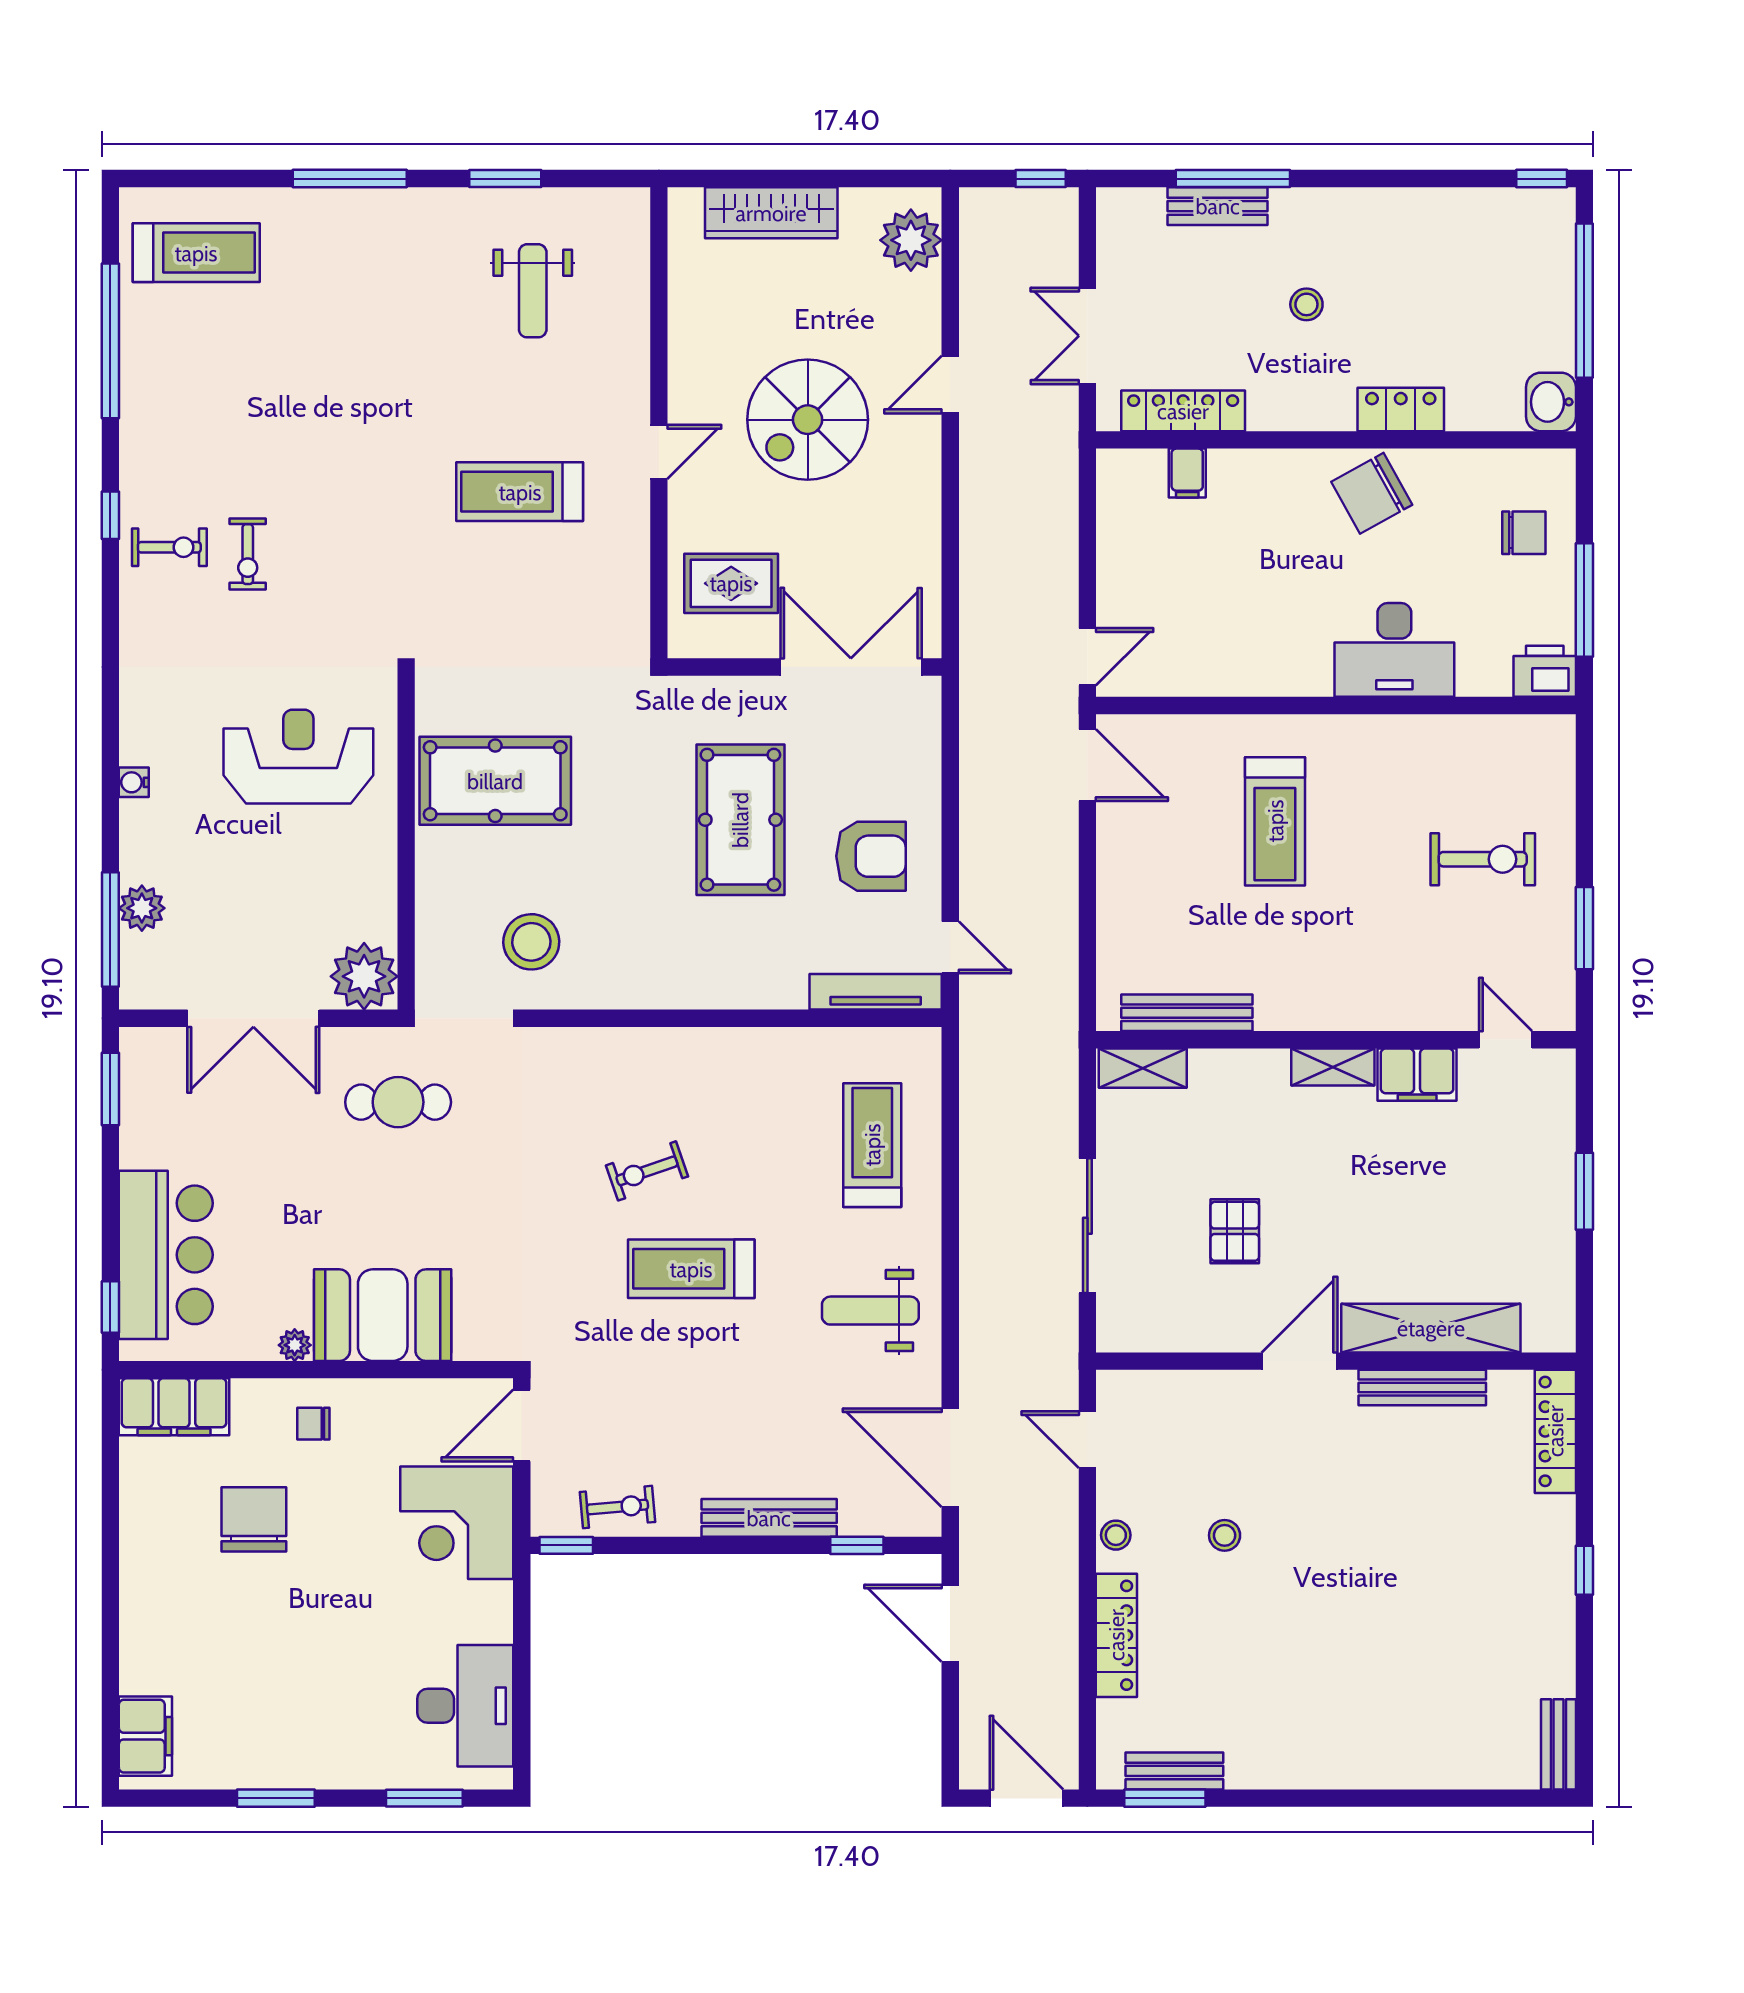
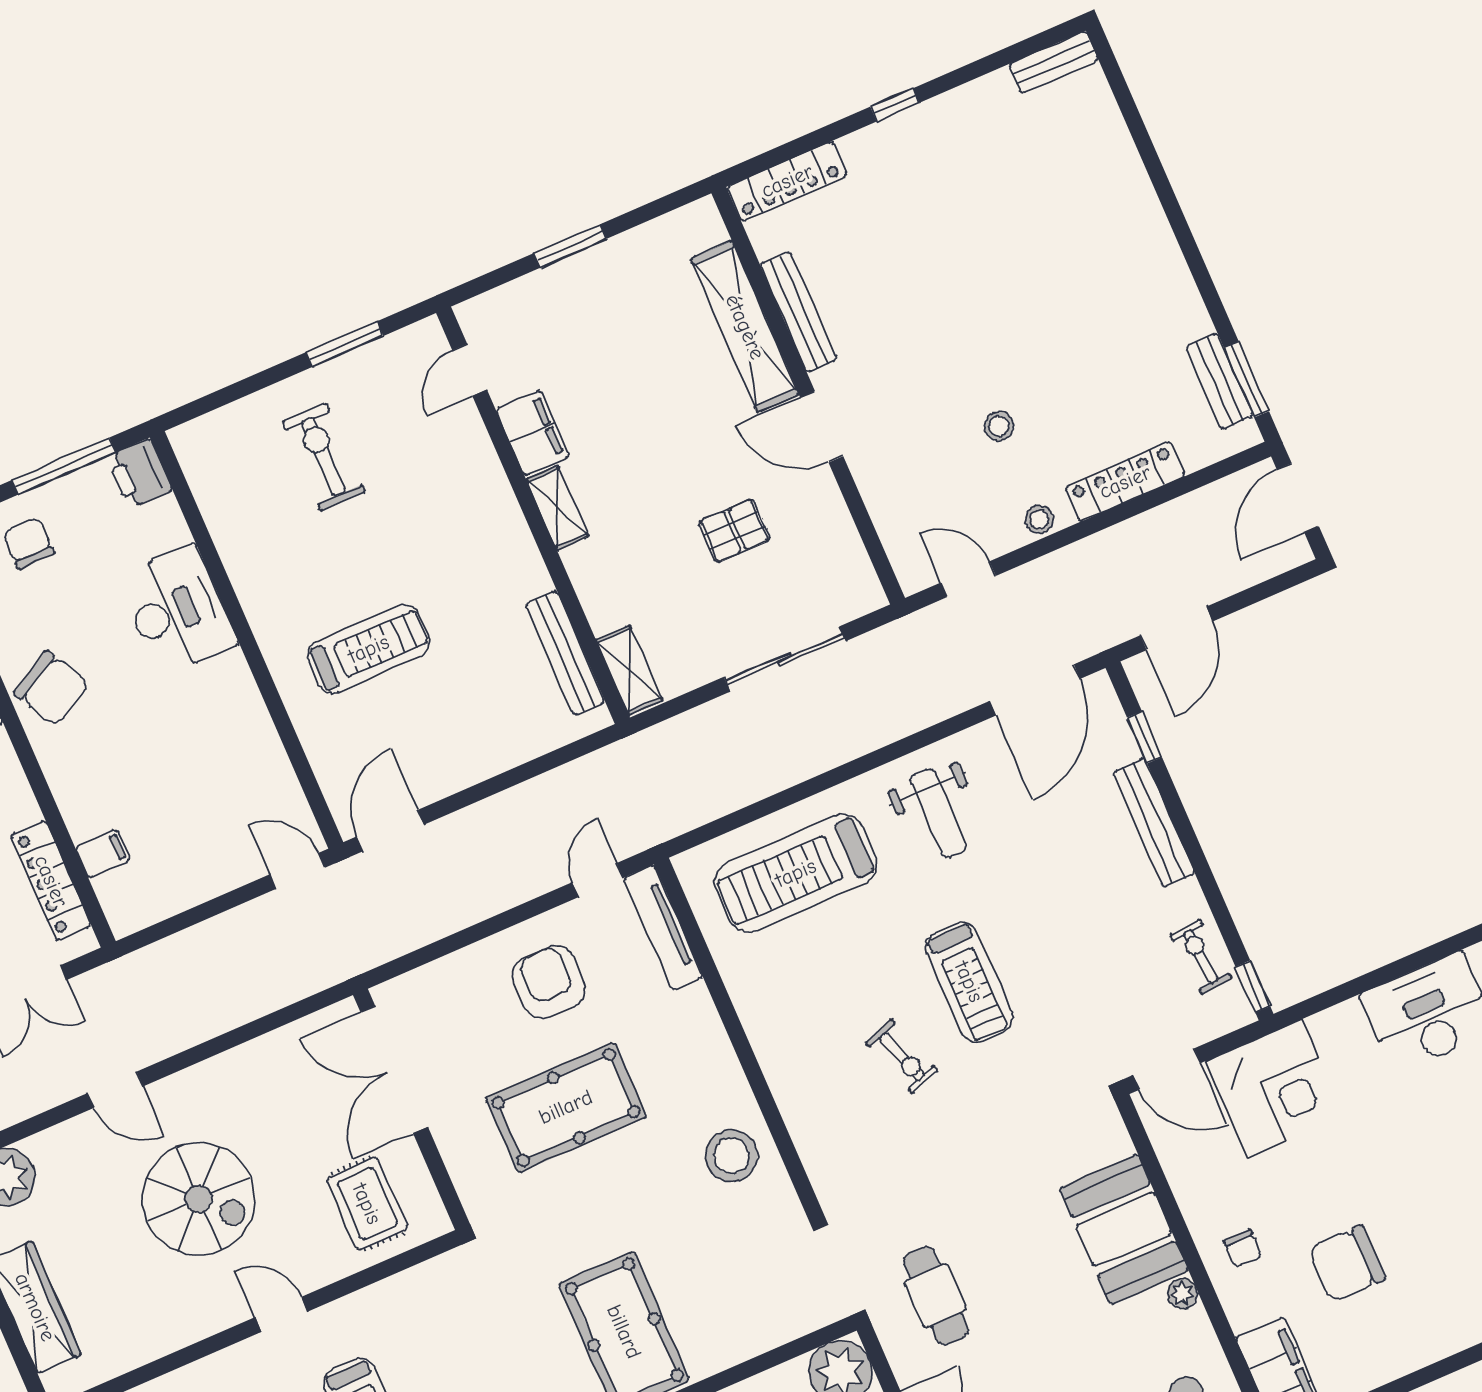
stool: (531, 942) -> (732, 1156), moved
treadmill: (872, 1145) -> (796, 873), width x1.37, depth x1.38
door: (1087, 1440) -> (968, 579), swing flipped

